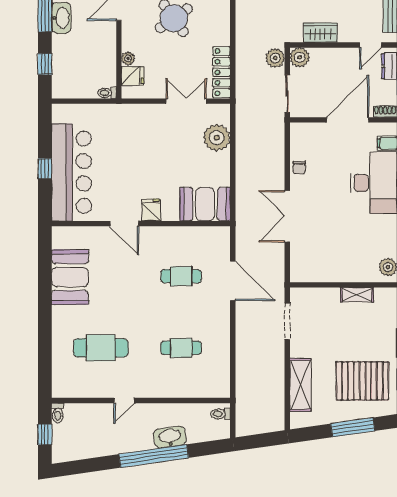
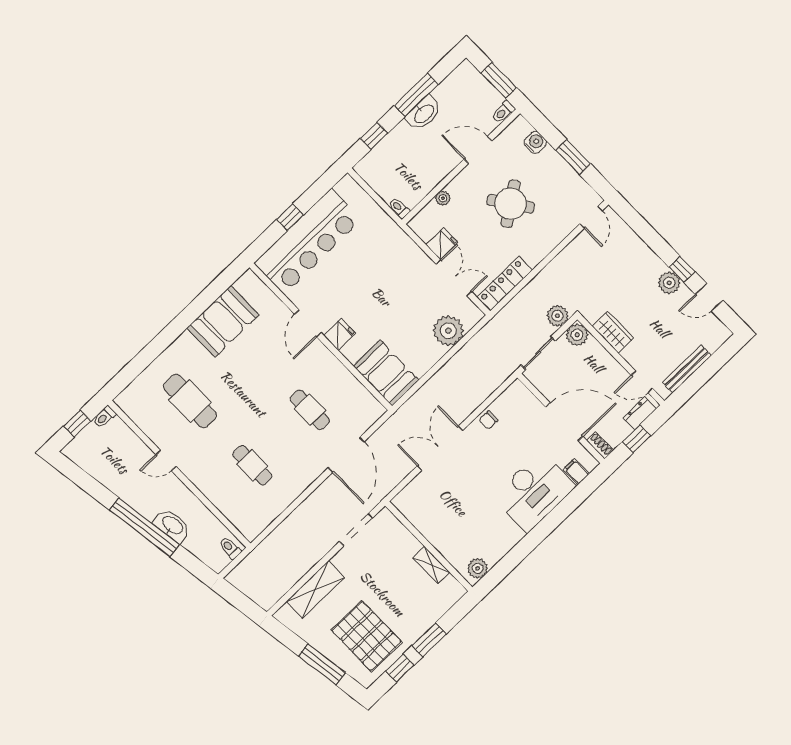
fridge: (133, 76) -> (442, 243), moved, turned -90

